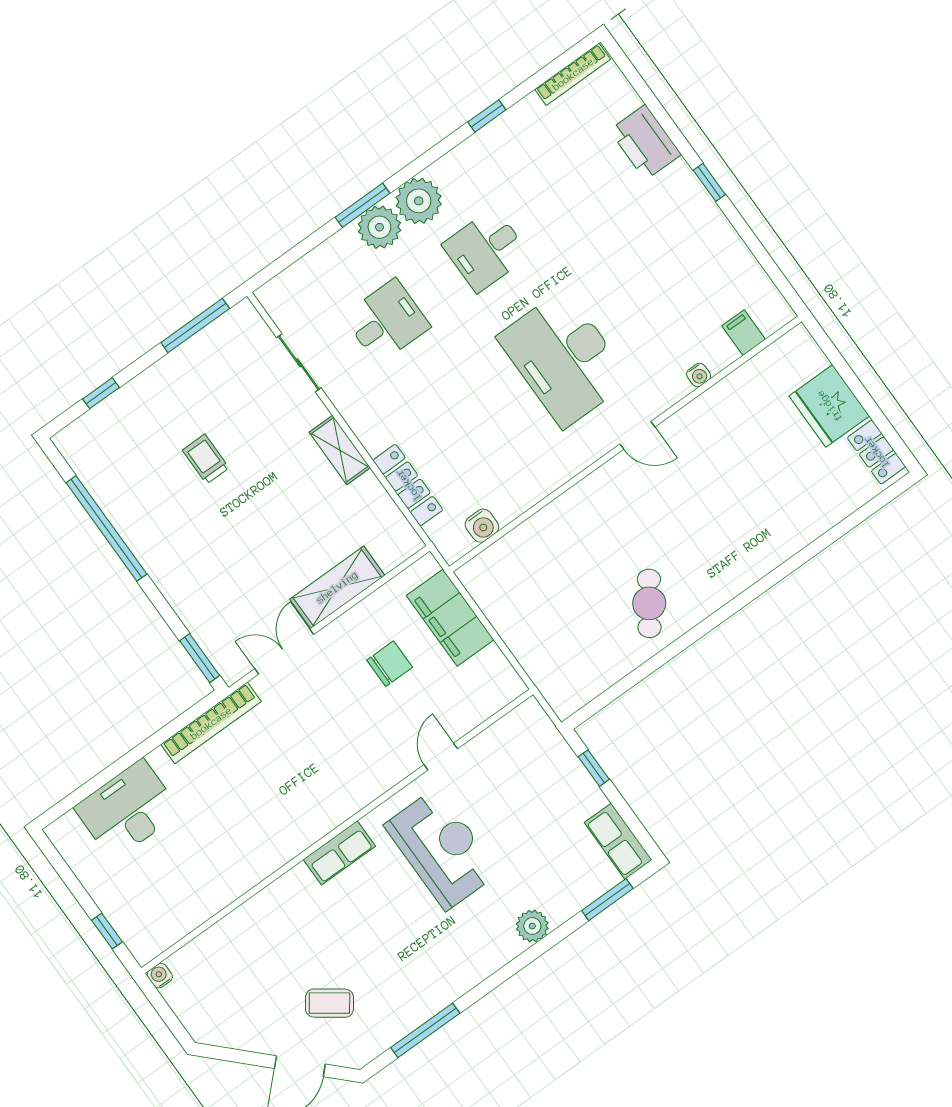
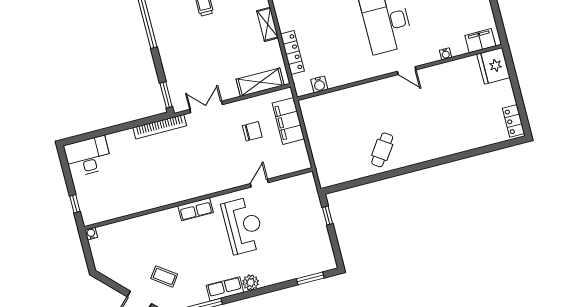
filing cabinet: (744, 333) -> (480, 41), width x2.00
fridge: (829, 406) -> (493, 66), moved
shelving: (337, 587) -> (260, 82), moved
desk: (128, 810) -> (88, 156), moved
row of seats: (618, 841) -> (225, 289), moved, turned 90
plant: (532, 926) -> (251, 282), moved

